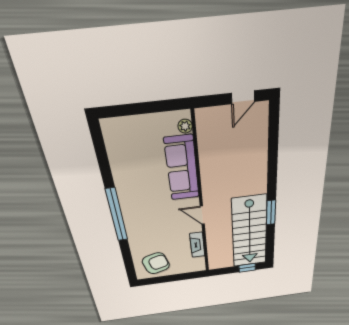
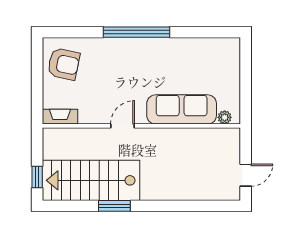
door: (243, 97) -> (246, 175), swing flipped
fireplace: (197, 245) -> (60, 117), moved
armchair: (156, 263) -> (64, 64), turned -62

